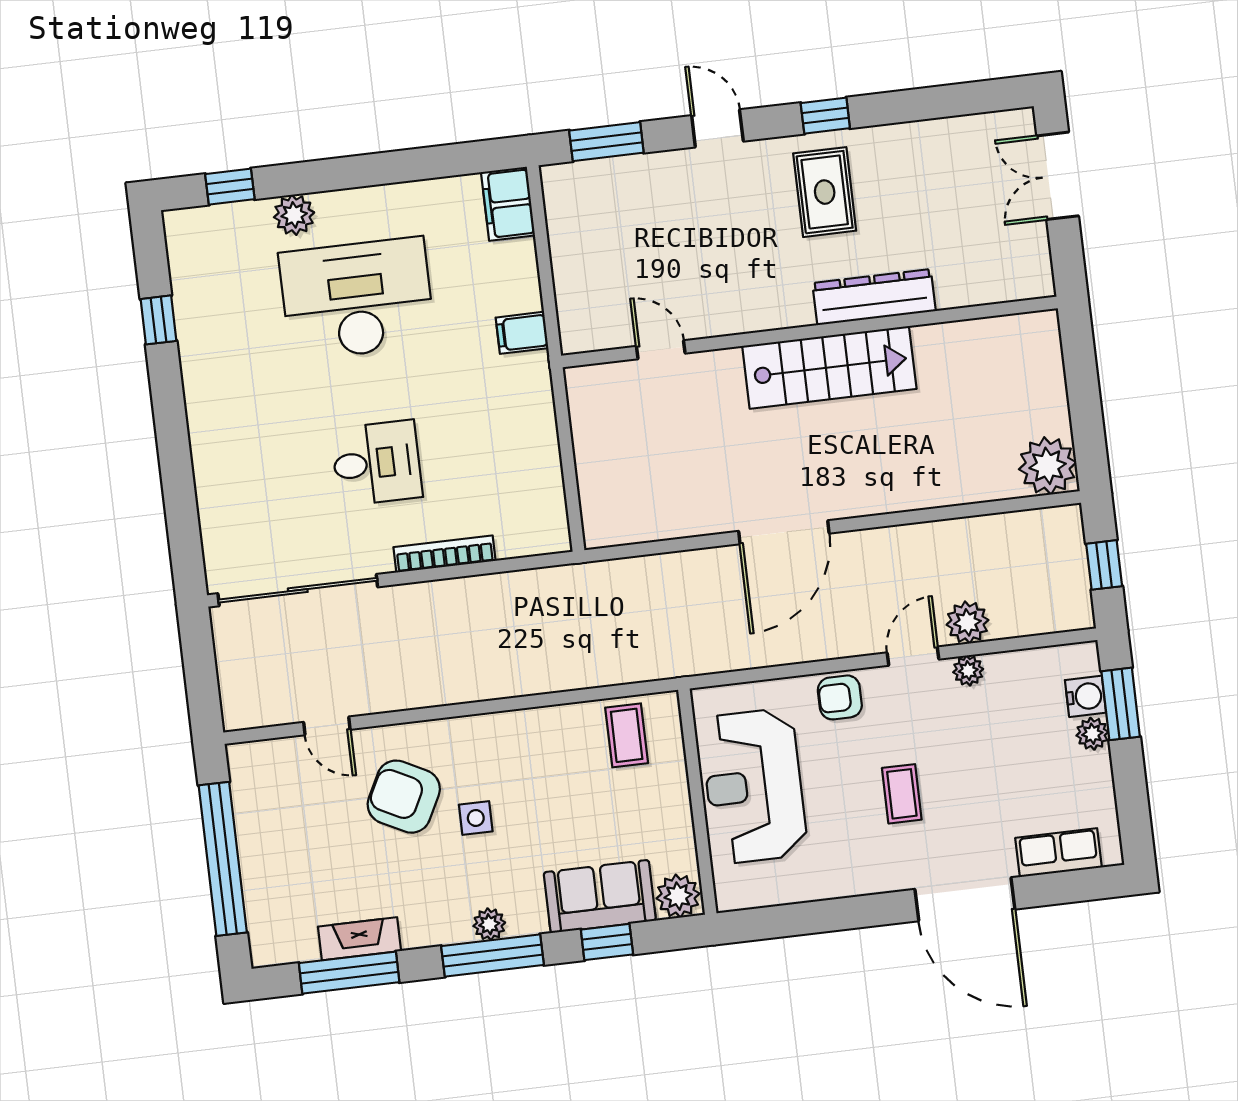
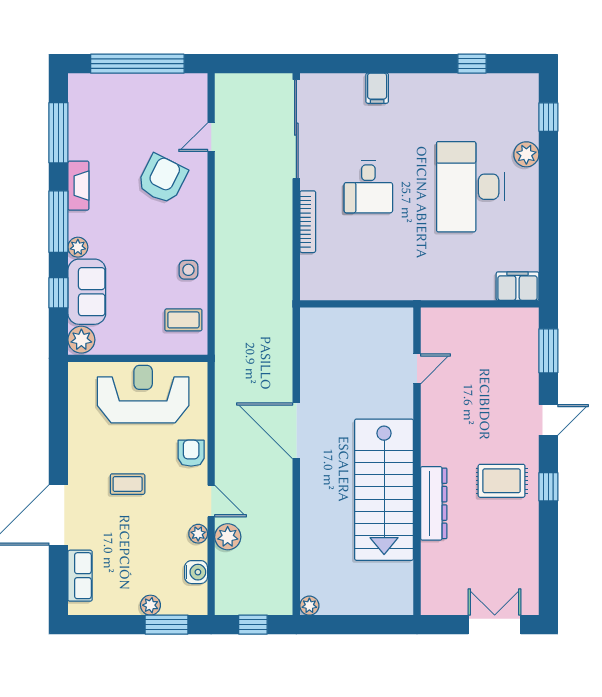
desk: (357, 299) -> (470, 187), turned 180
filing cabinet: (522, 333) -> (377, 88), moved, turned 180
stairs: (829, 367) -> (384, 490), width x1.36, depth x1.51
plant: (1048, 466) -> (309, 606), width x0.53, depth x0.53
water cooler: (1086, 696) -> (196, 572), moved, turned -90
side table: (476, 818) -> (188, 270), moved
plant: (489, 924) -> (78, 247), moved
fireplace: (360, 939) -> (78, 186), moved

